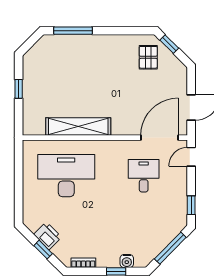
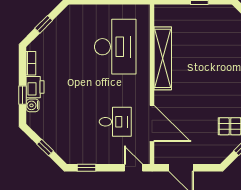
door: (160, 138) -> (152, 123), moved
printer: (48, 236) -> (35, 87), moved, turned -45
window: (170, 248) -> (45, 148), width x0.46

